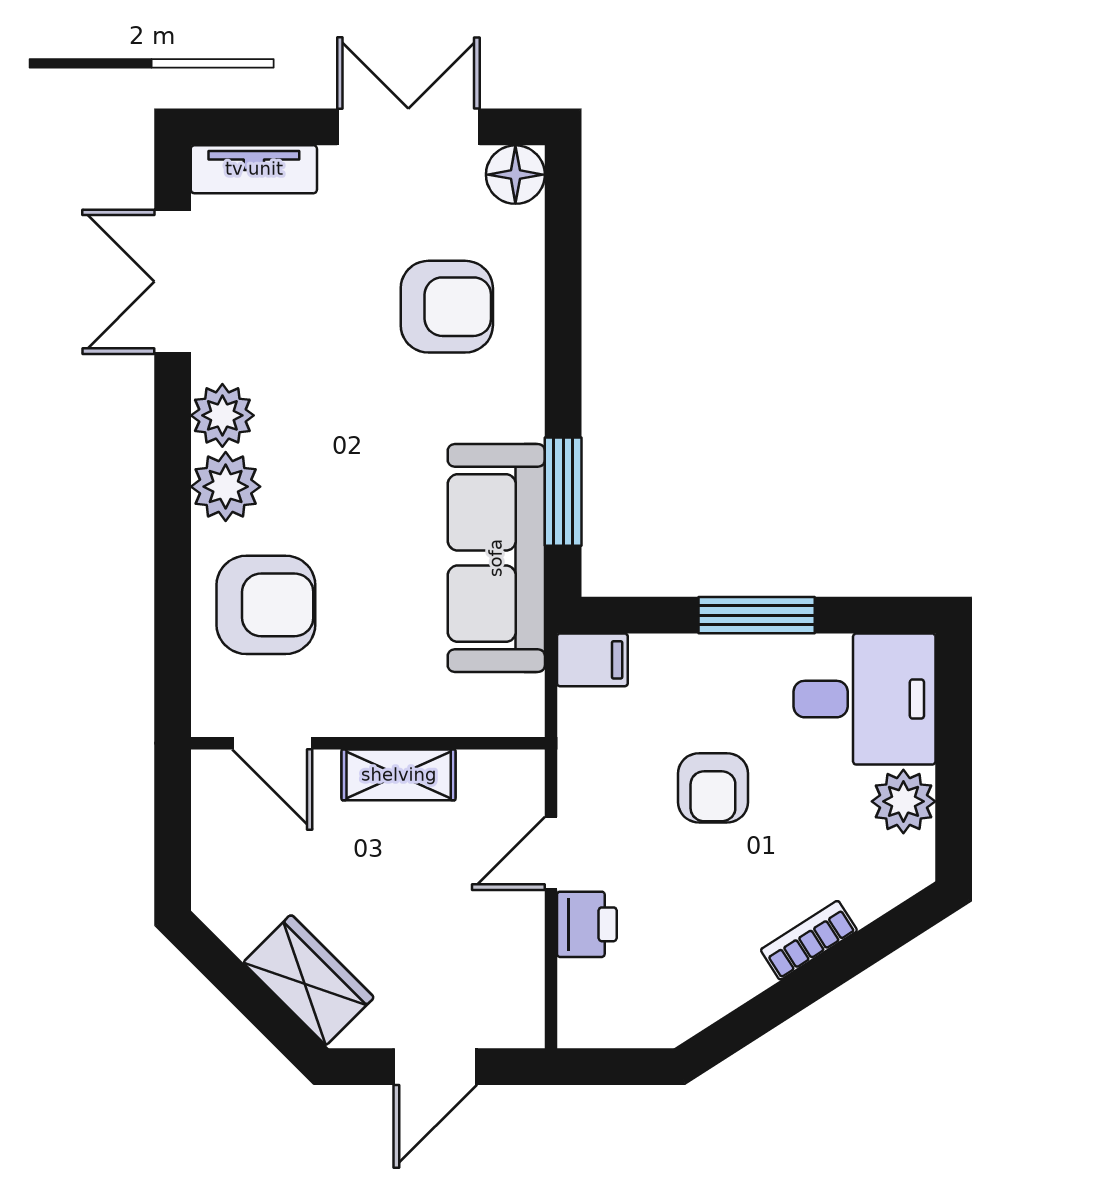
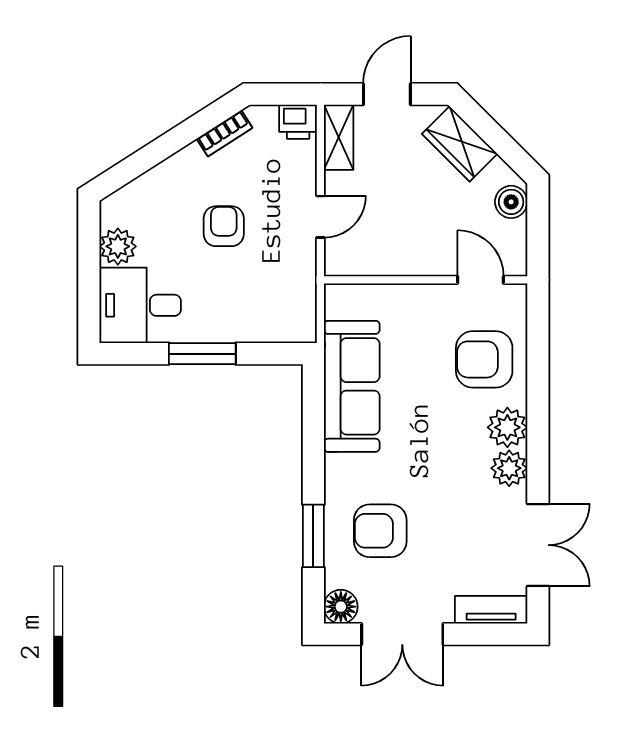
window: (563, 492) -> (313, 536), moved
filing cabinet: (592, 660) -> (297, 328), removed
shelving: (399, 775) -> (339, 137), moved, turned 90
armchair: (713, 788) -> (224, 226), moved
boiler: (219, 879) -> (511, 202), added
printer: (587, 924) -> (298, 122), moved, turned -90
bookcase: (809, 940) -> (224, 133), moved

